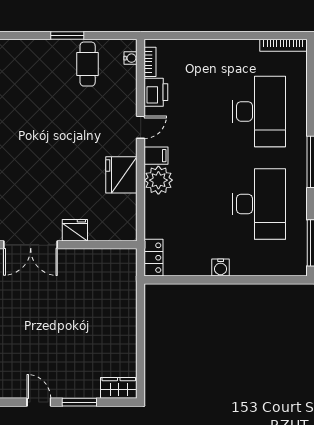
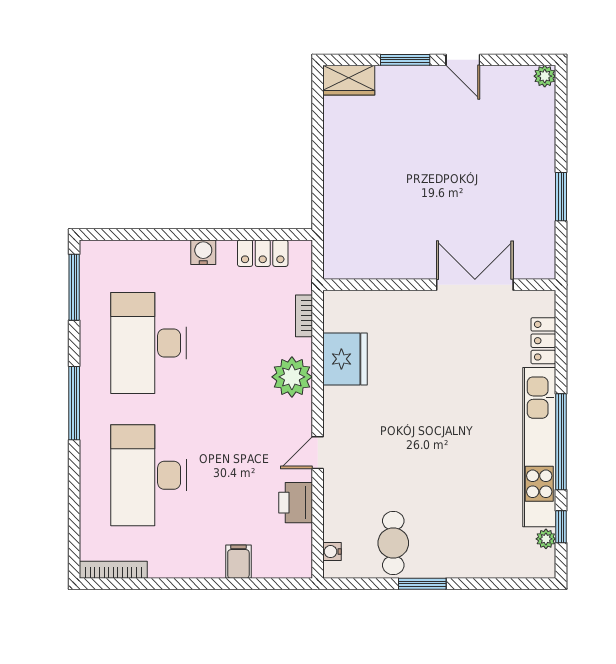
bookcase: (150, 62) -> (304, 316), moved
filing cabinet: (156, 156) -> (238, 562), moved, turned 90
fridge: (121, 175) -> (345, 359), moved
fridge: (75, 230) -> (411, 305), removed
locker: (154, 258) -> (263, 253), moved, turned -90

